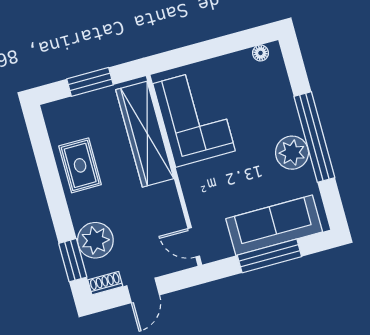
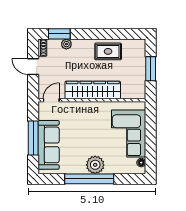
corner sofa: (194, 117) -> (129, 134), moved, turned 90
wardrobe: (145, 134) -> (93, 90), moved
plant: (292, 153) -> (95, 165), moved
plant: (95, 240) -> (66, 44), width x0.53, depth x0.53

